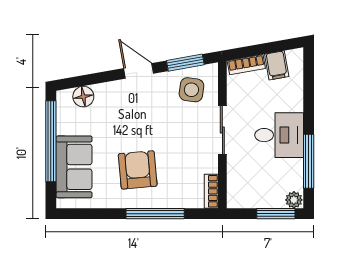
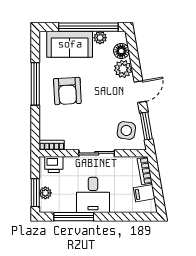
plant: (108, 94) -> (123, 69), added
plant: (65, 125) -> (100, 38), added
armchair: (138, 170) -> (67, 91), turned 92
printer: (238, 188) -> (54, 164), added
plant: (294, 200) -> (45, 193), moved
window: (155, 214) -> (35, 84), moved

